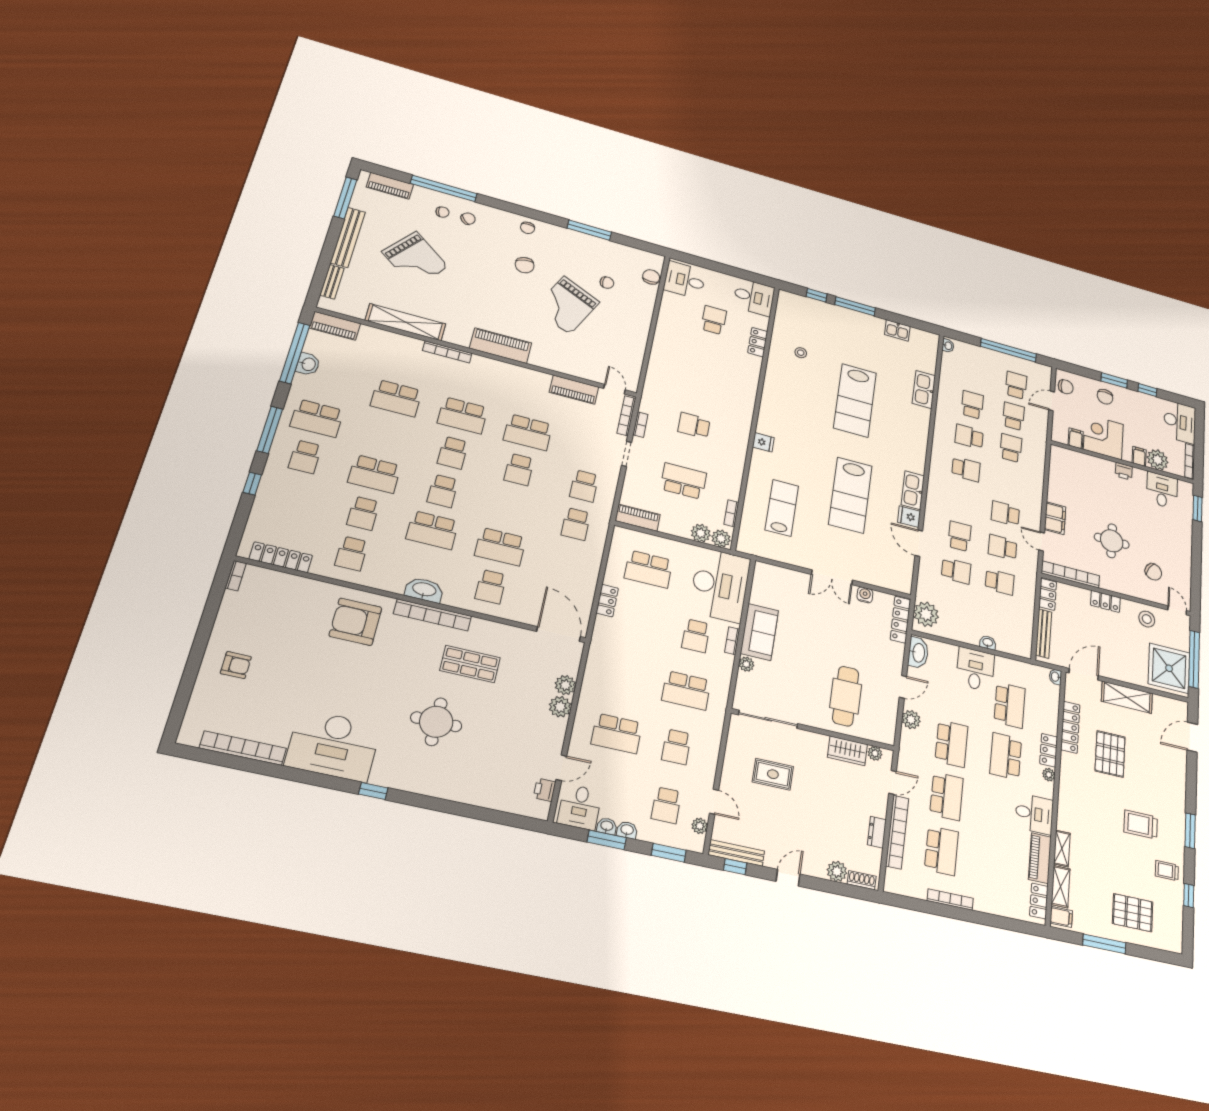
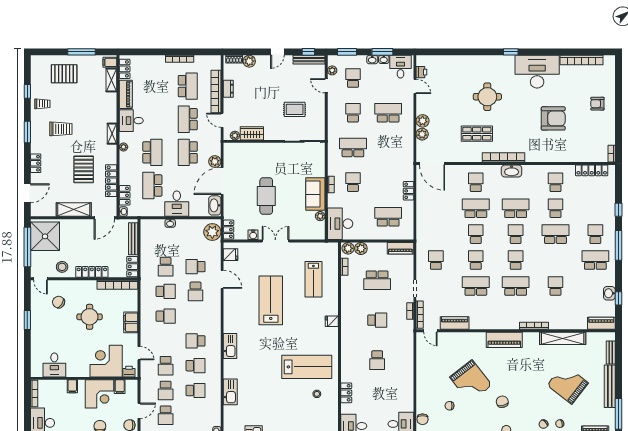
grand piano: (567, 305) -> (471, 381), turned 117
school desk: (714, 320) -> (377, 360), moved
window: (295, 353) -> (618, 298), width x0.32
school desk: (396, 398) -> (555, 286), width x0.54
lab bench: (855, 400) -> (307, 367), moved, turned 90
school desk: (972, 405) -> (196, 390), turned -90
plant: (1158, 460) -> (58, 388), removed
printer: (1124, 471) -> (129, 372), moved
corner desk: (1092, 476) -> (106, 361), added
kitchen sink: (913, 490) -> (230, 346), moved
window: (1198, 509) -> (27, 320), moved
fridge: (909, 517) -> (231, 255), moved
school desk: (576, 524) -> (476, 234), moved
door: (1042, 541) -> (139, 353), moved
school desk: (1000, 582) -> (166, 267), turned -90
desk: (720, 585) -> (340, 224), width x0.73, depth x0.77
locker: (1105, 601) -> (92, 272), width x1.53
locker: (900, 620) -> (229, 230), width x0.66
armchair: (356, 622) -> (553, 118), moved
plant: (746, 664) -> (320, 216), moved
door: (903, 687) -> (222, 181), width x1.87
cafe table: (846, 696) -> (266, 196), moved
locker: (1049, 750) -> (125, 195), moved
door: (561, 768) -> (415, 86), swing flipped
locker: (1179, 780) -> (36, 163), added
door: (892, 782) -> (222, 120), hinge flipped
shelving: (1062, 848) -> (112, 134), moved
school desk: (941, 851) -> (188, 86), turned 180

